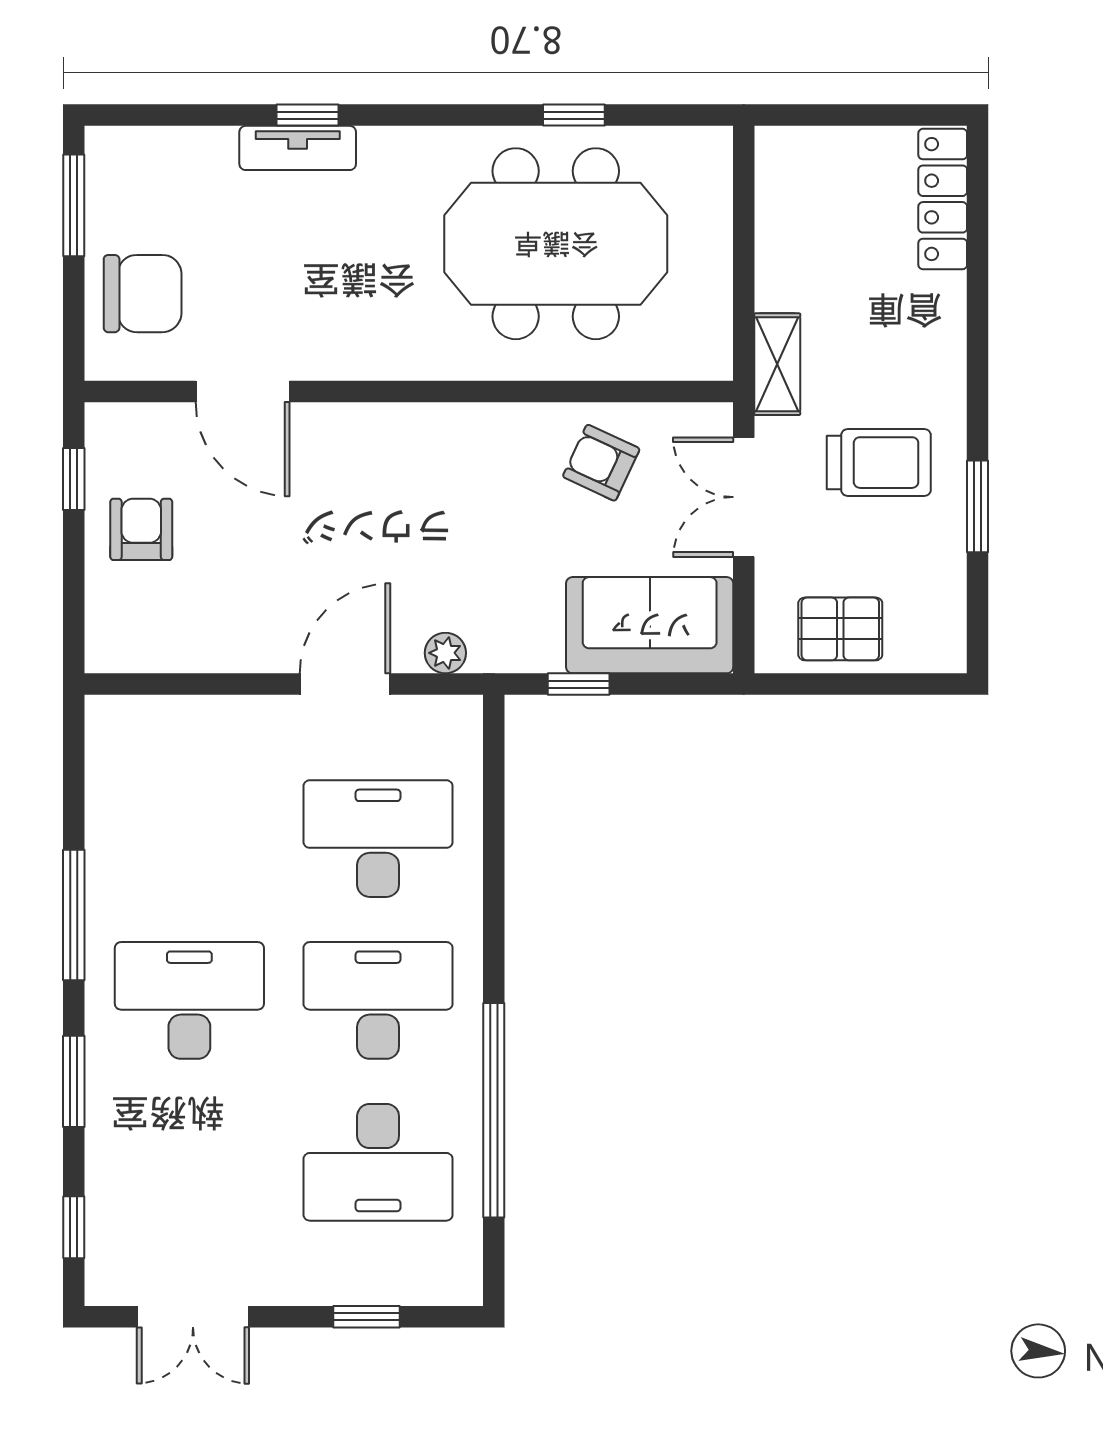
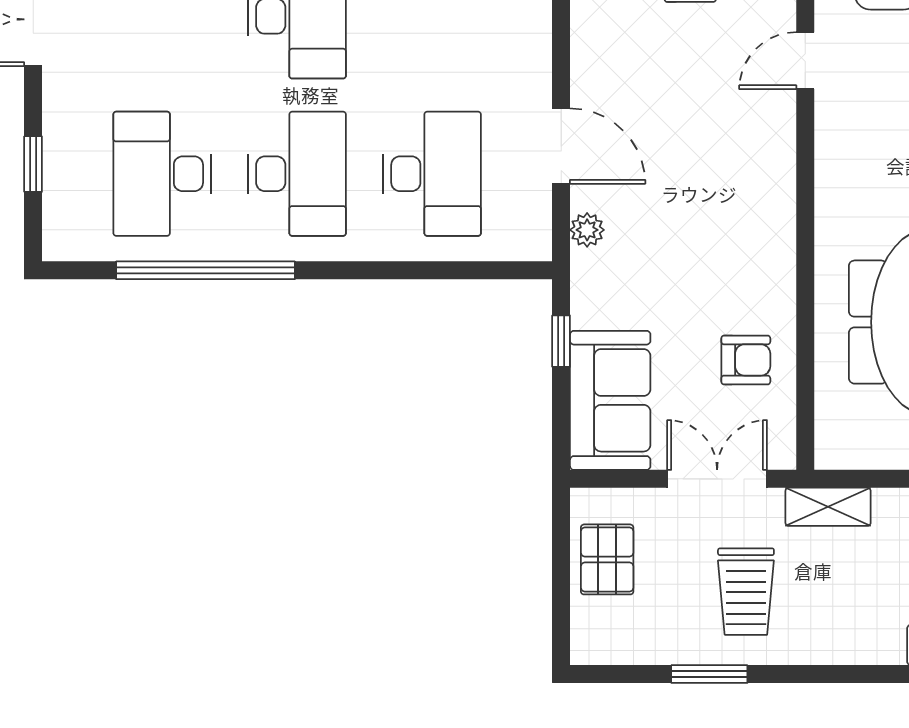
door: (243, 392) -> (805, 61), width x0.73
armchair: (601, 463) -> (746, 360), turned 65

